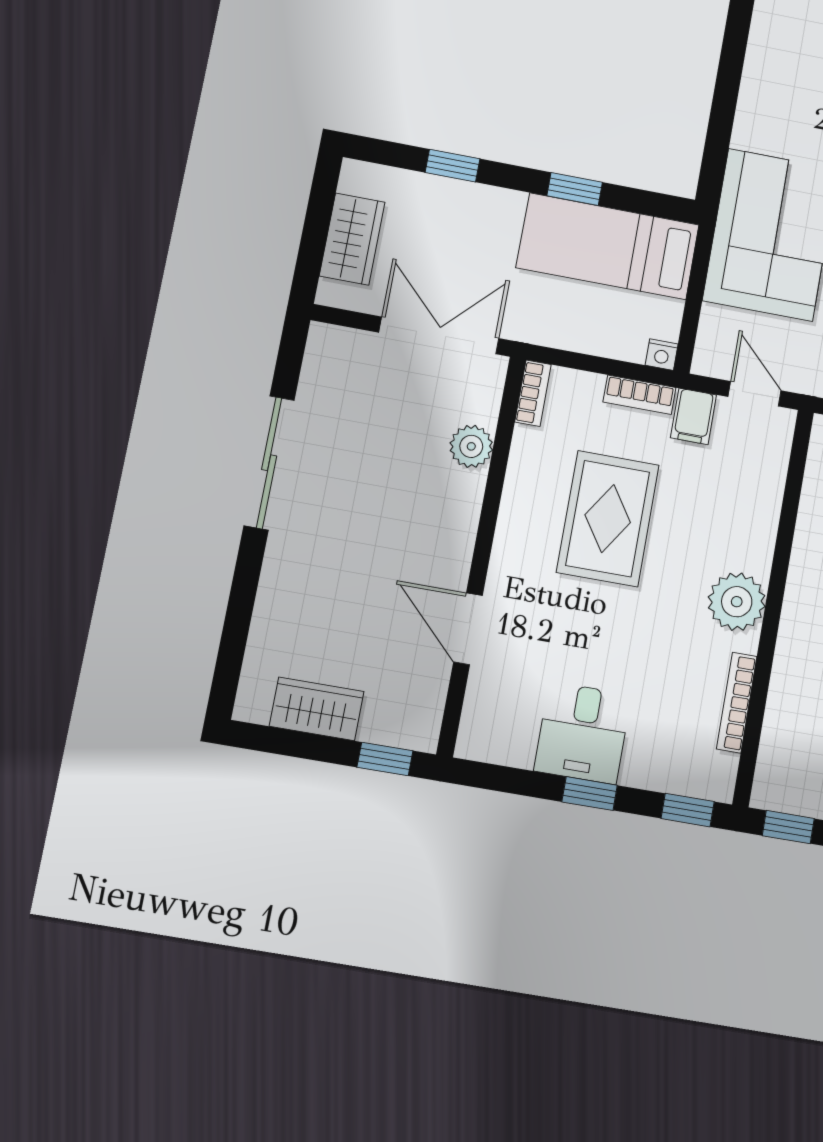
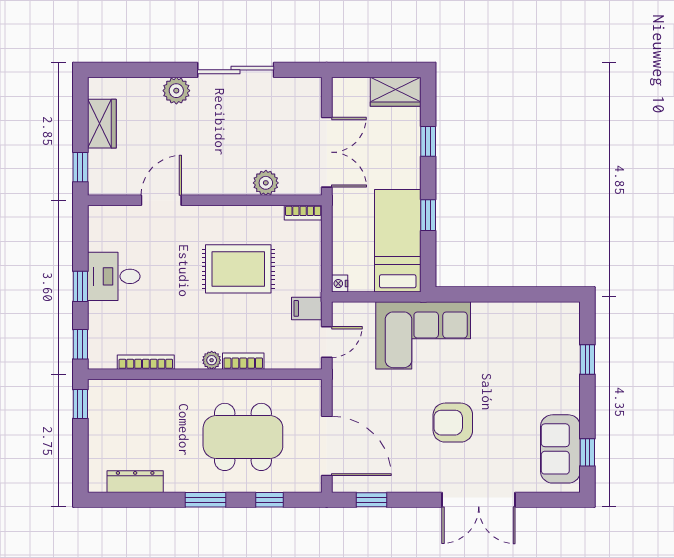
wardrobe: (352, 239) -> (396, 92), moved
bookcase: (639, 395) -> (243, 361), moved, turned 90
plant: (285, 570) -> (176, 91), added
plant: (737, 602) -> (212, 360), width x0.53, depth x0.53

